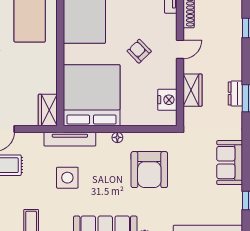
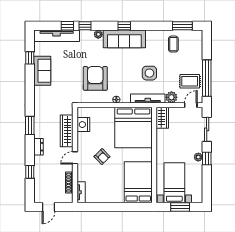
wardrobe: (193, 90) -> (67, 131), width x1.50
dresser: (235, 93) -> (38, 147), moved
plant: (34, 141) -> (171, 97), added
sofa: (230, 163) -> (42, 71), moved

